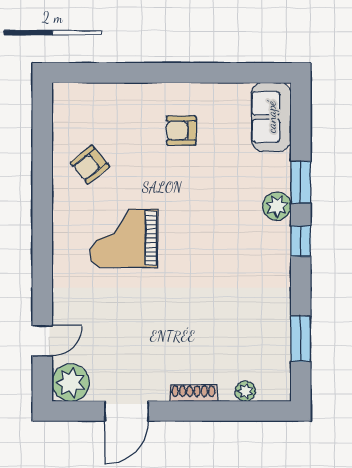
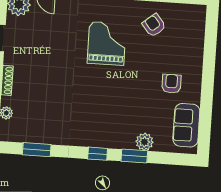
sofa: (271, 117) -> (186, 125), moved, turned -90
plant: (277, 206) -> (144, 142), moved

